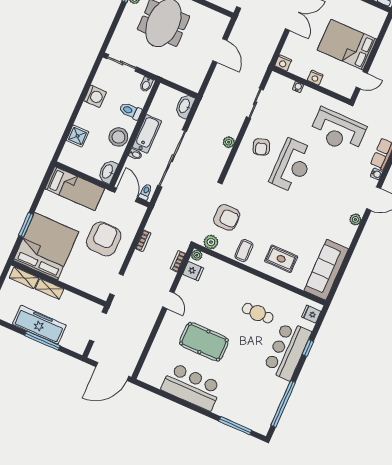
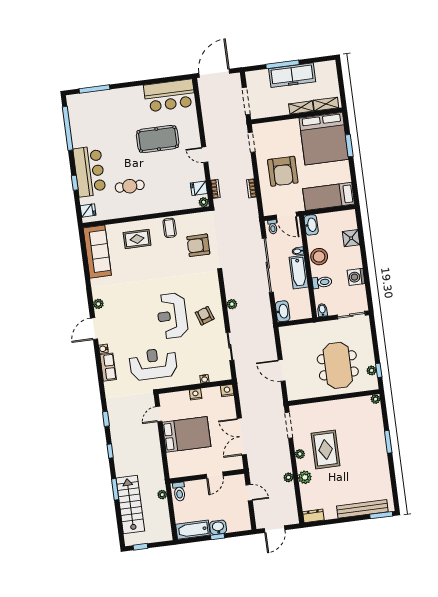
plant: (211, 242) -> (199, 219), removed
bar counter: (192, 387) -> (170, 95), moved

